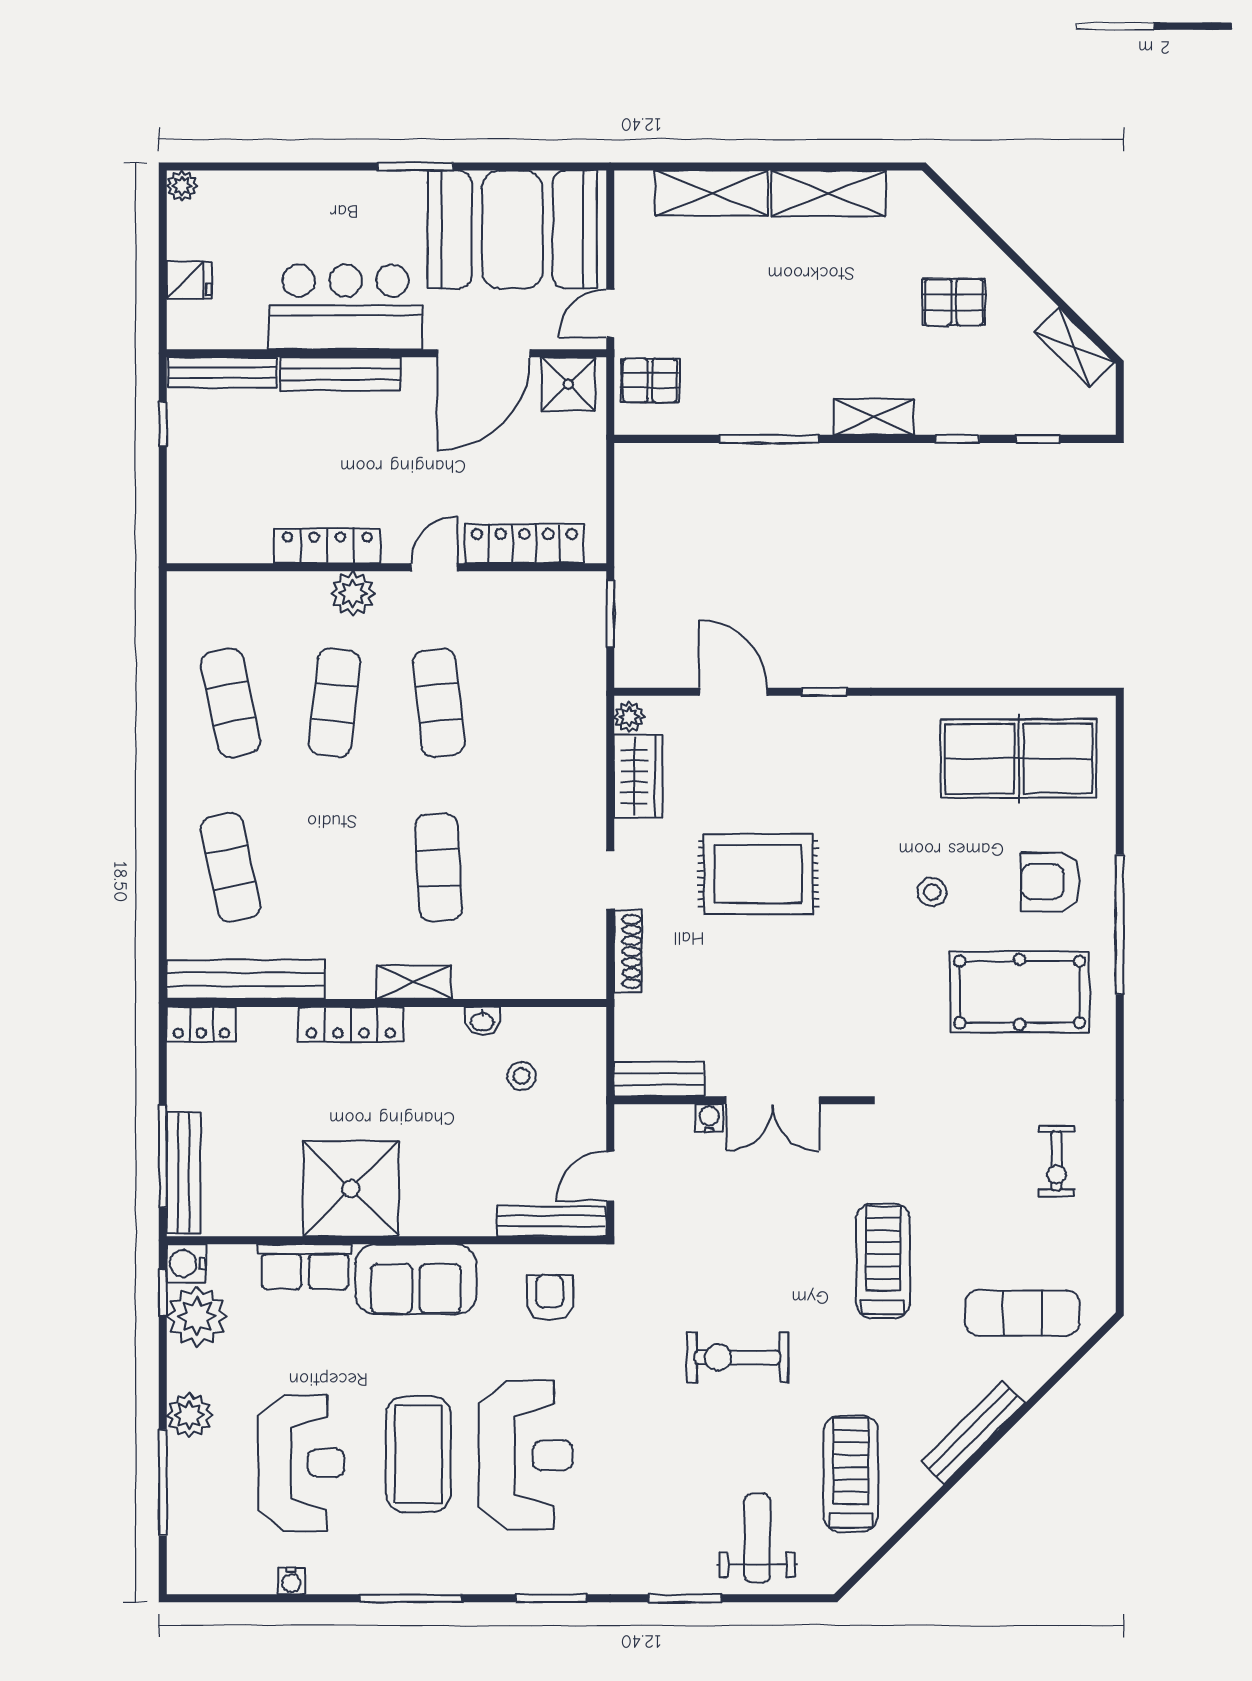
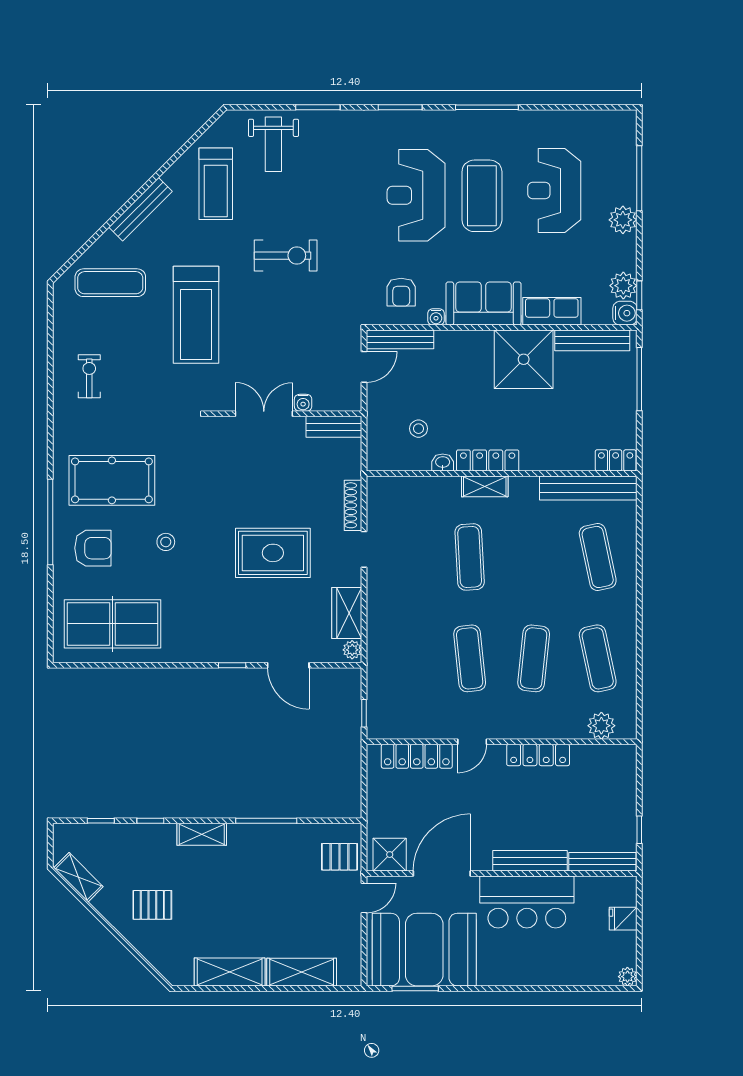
window: (415, 167) -> (415, 988), moved
plant: (353, 593) -> (601, 726), moved
window: (610, 614) -> (364, 713), width x0.67
locker: (351, 1024) -> (488, 460), moved
bench: (184, 1172) -> (592, 340), moved, turned 90
treadmill: (883, 1261) -> (196, 315), width x1.37, depth x1.38
plant: (197, 1316) -> (623, 286), width x0.73, depth x0.73
water cooler: (291, 1581) -> (436, 317), moved, turned 180

